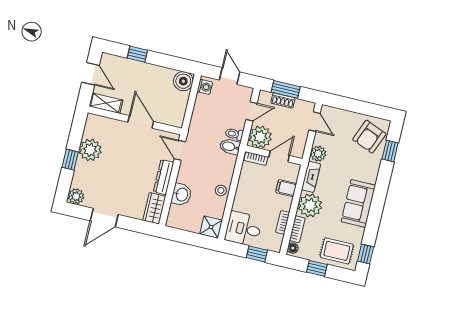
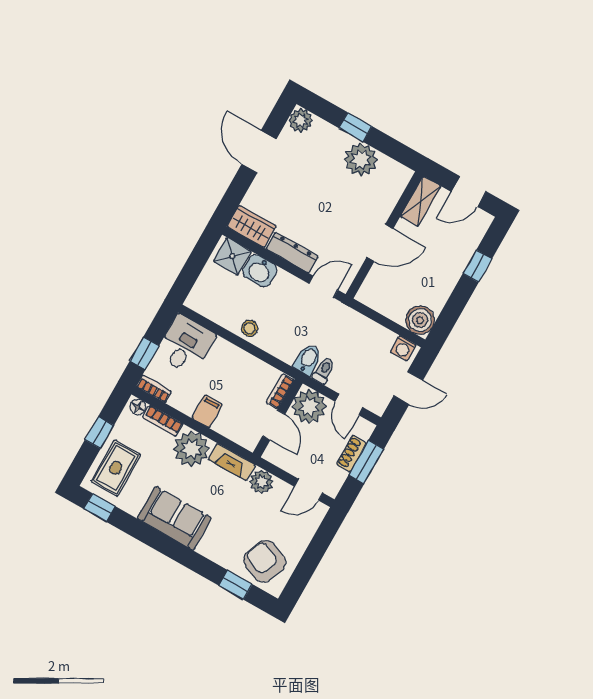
filing cabinet: (286, 188) -> (207, 411), moved
bookcase: (283, 222) -> (154, 389), moved
shower: (211, 227) -> (232, 256), moved

